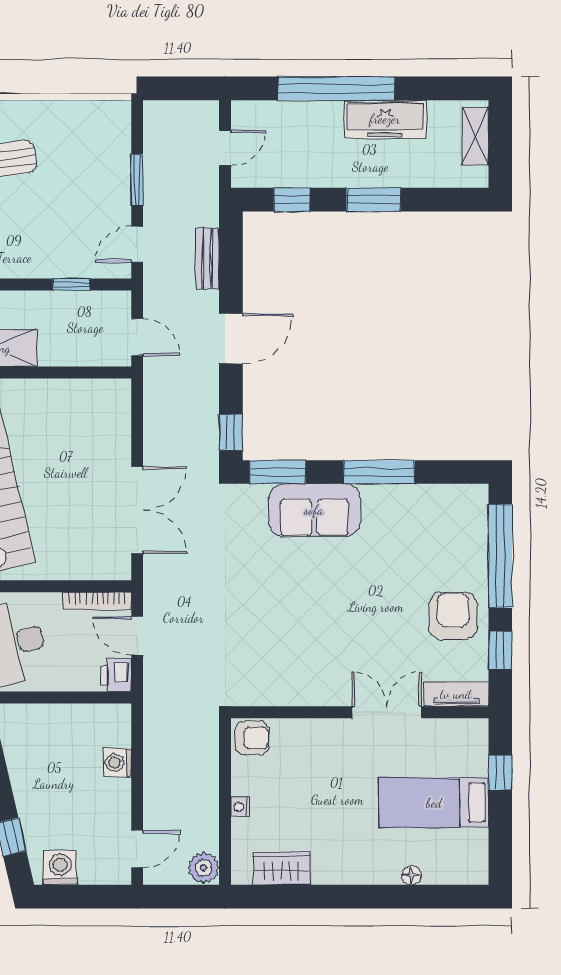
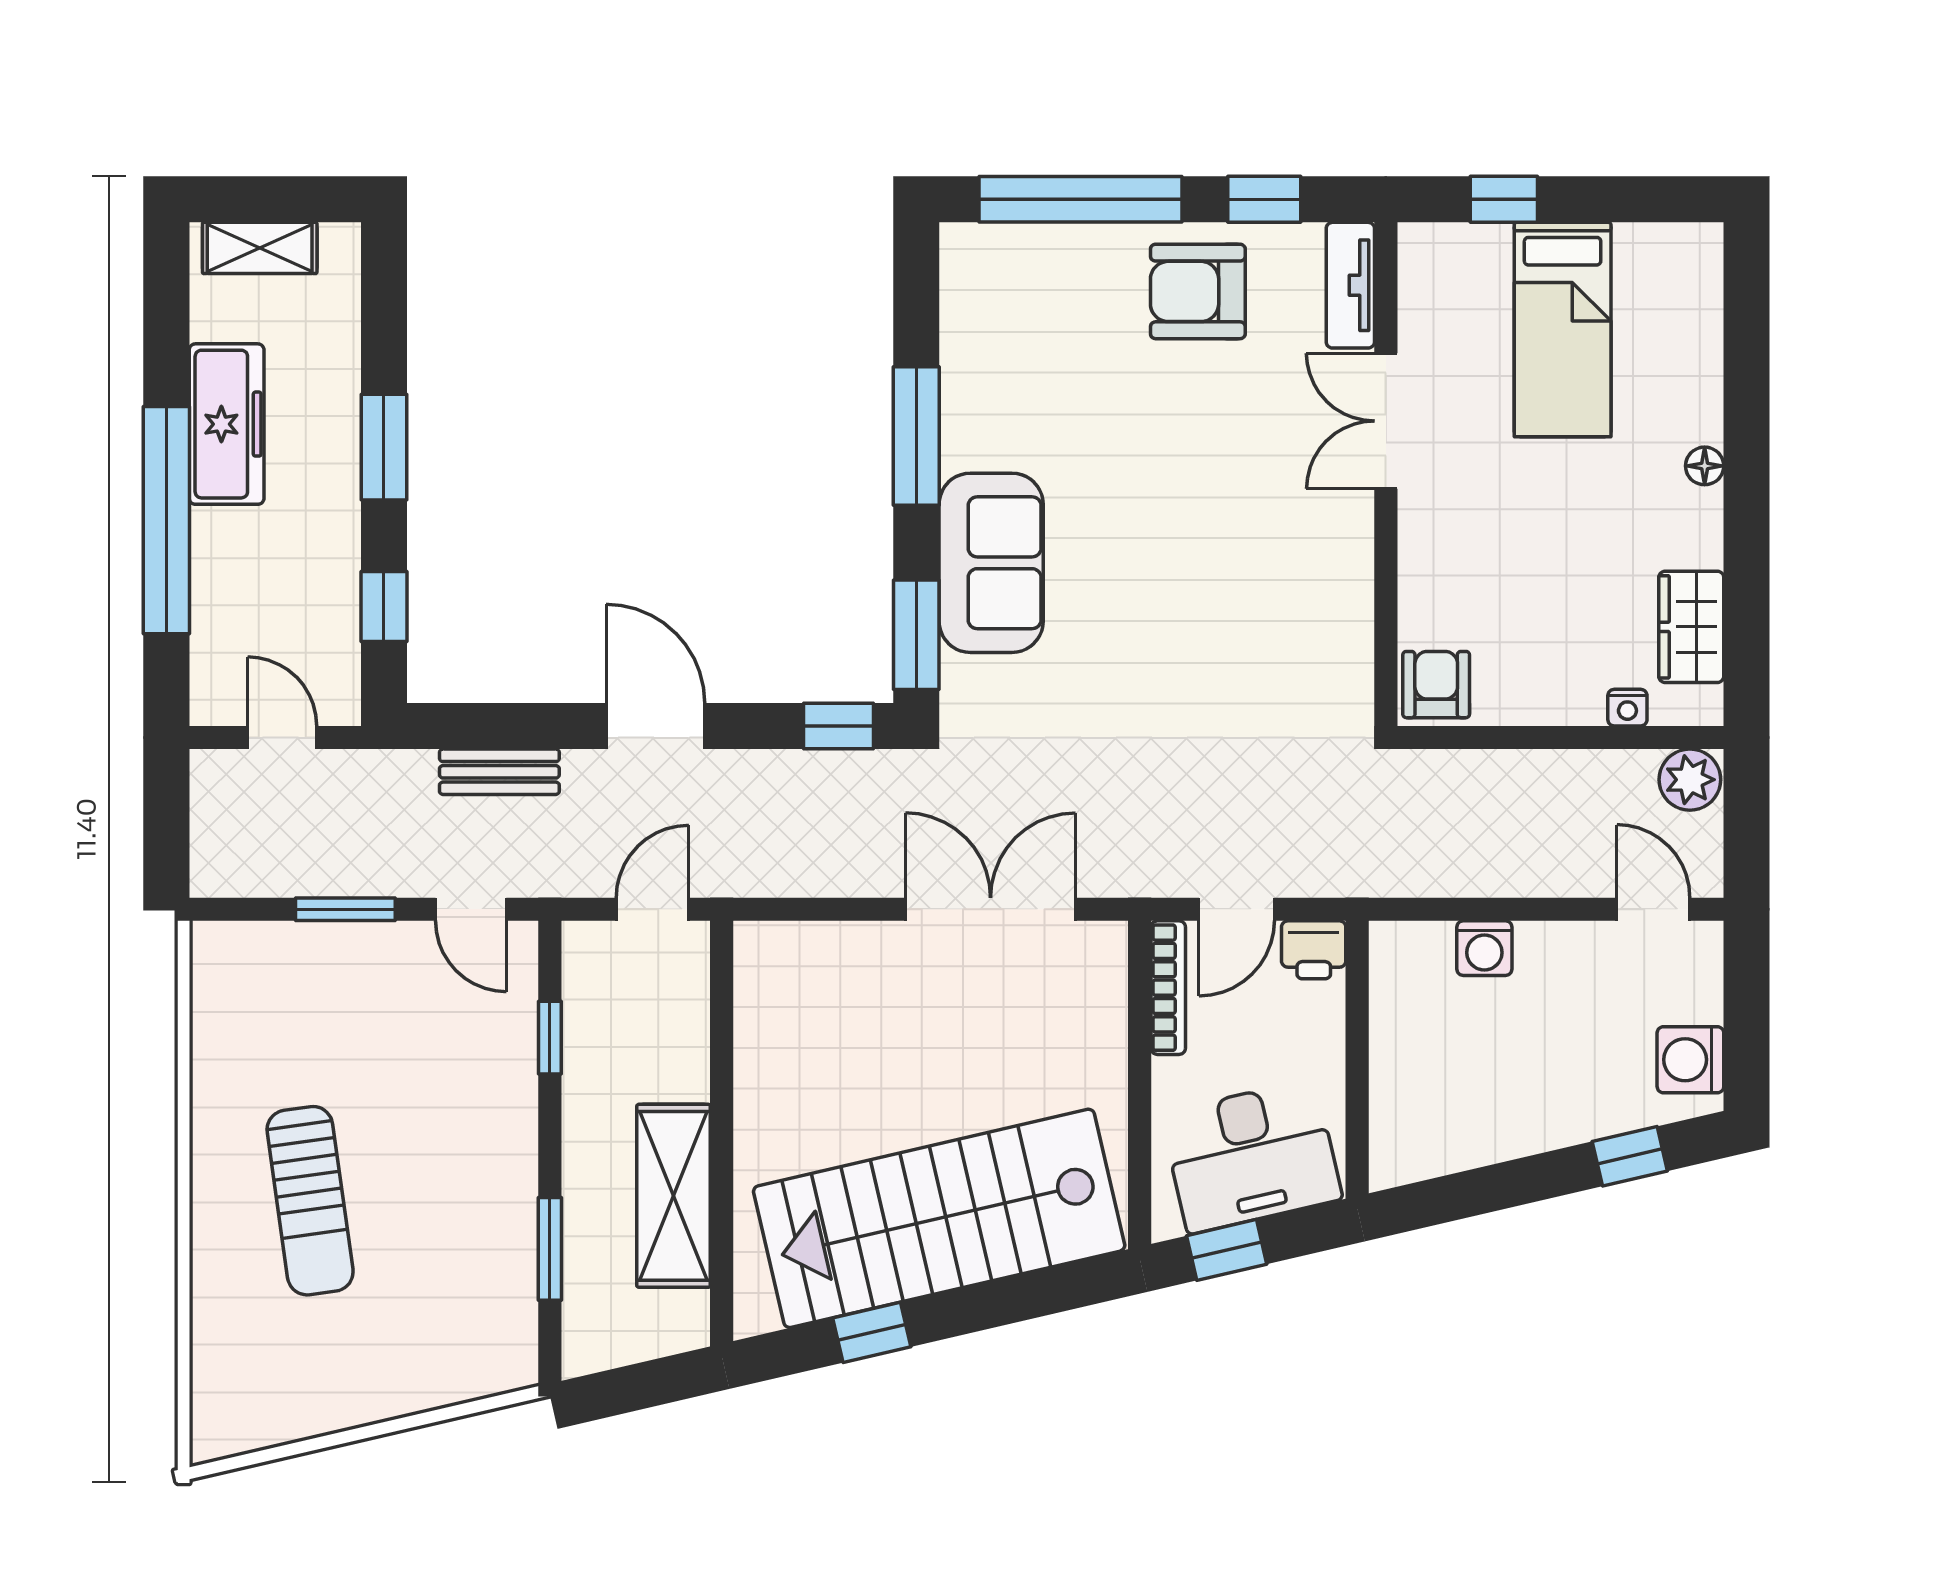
nightstand: (240, 807) -> (1627, 708), moved
floor lamp: (411, 875) -> (1705, 466), moved

